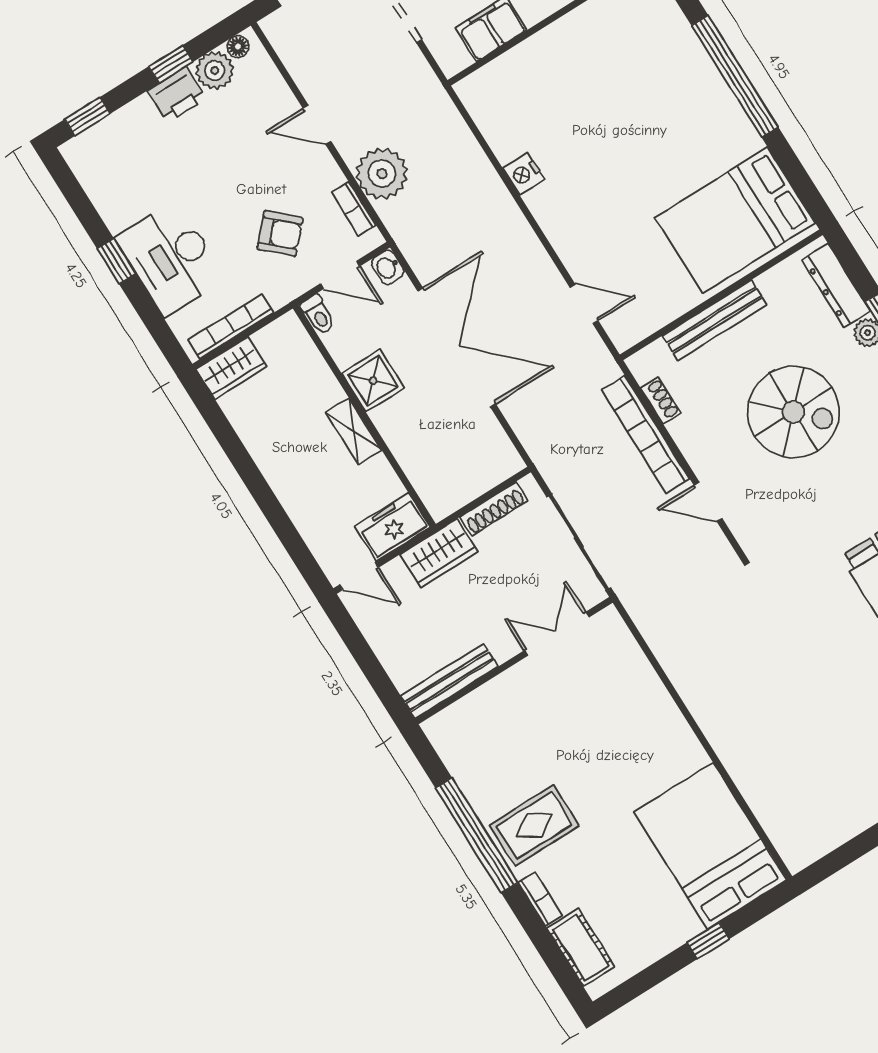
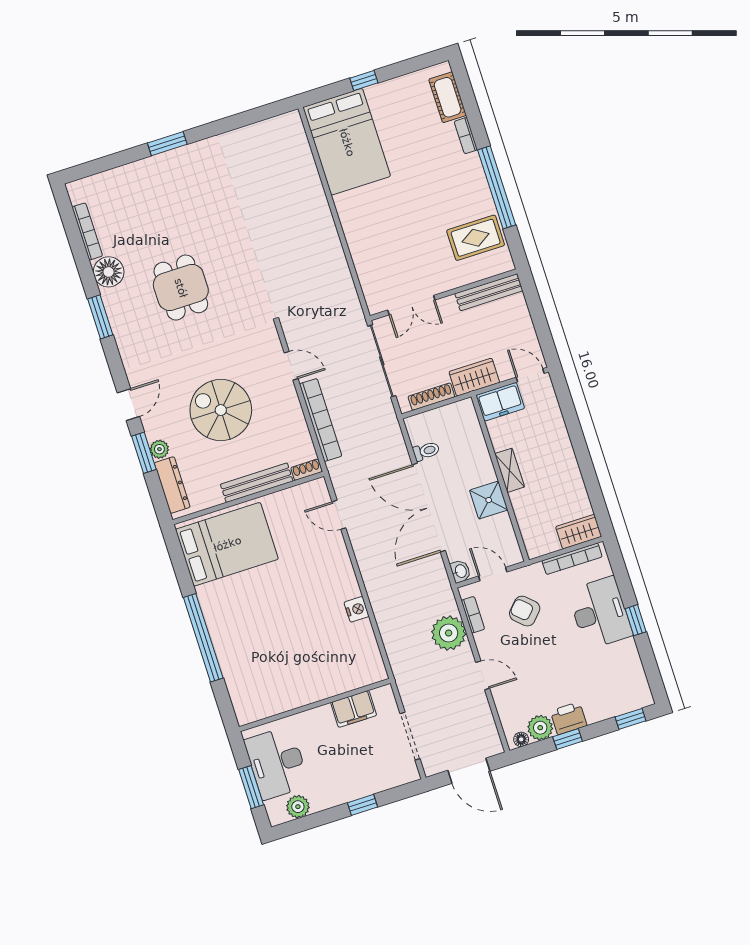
toilet: (318, 315) -> (426, 451), moved, turned 90
shoe rack: (661, 400) -> (306, 470), moved, turned 90
rug: (534, 825) -> (476, 238), moved

